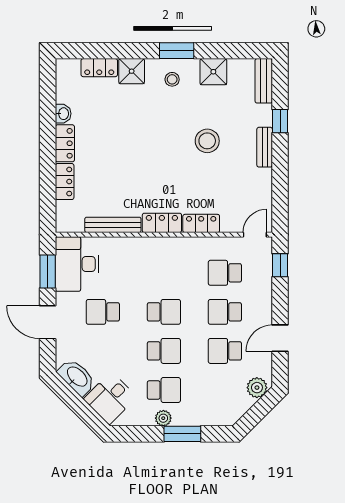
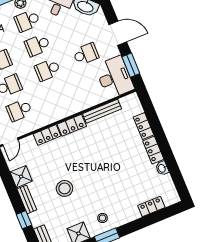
shower: (132, 71) -> (21, 177), moved
school desk: (225, 273) -> (19, 110), turned 180

